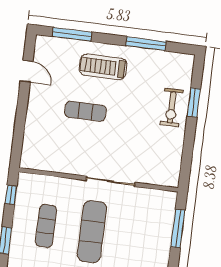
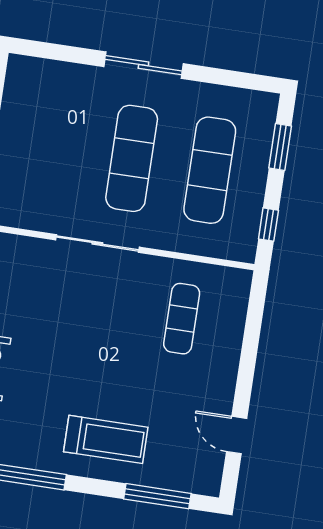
exercise mat: (85, 111) -> (182, 319), moved, turned 90
exercise mat: (46, 226) -> (210, 170), width x1.36, depth x1.45

